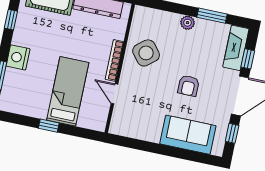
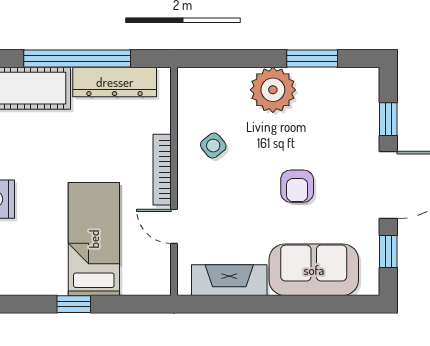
plant: (188, 23) -> (273, 90), width x1.87, depth x1.87
fireplace: (236, 48) -> (229, 280), moved, turned 90
side table: (146, 53) -> (213, 146), width x0.54, depth x0.54

